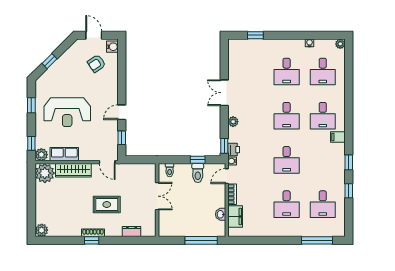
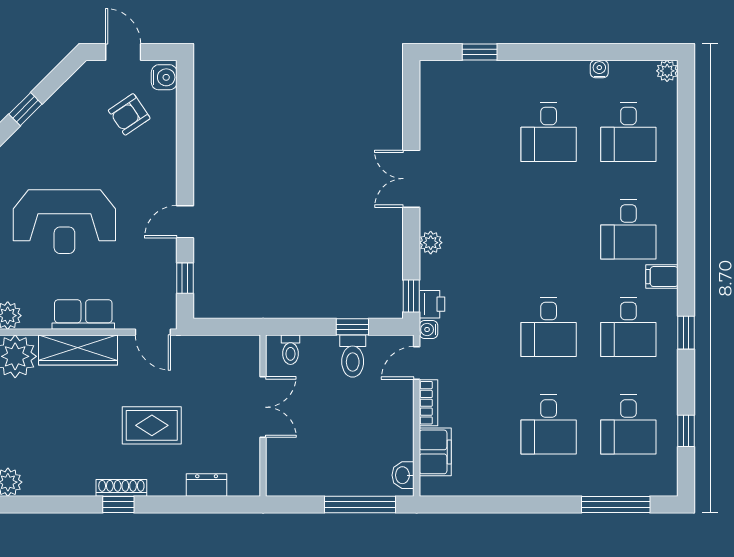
desk: (287, 116) -> (628, 327), moved
row of seats: (64, 154) -> (83, 315), moved
window: (349, 191) -> (686, 431), moved
washbasin: (221, 214) -> (403, 475), moved

